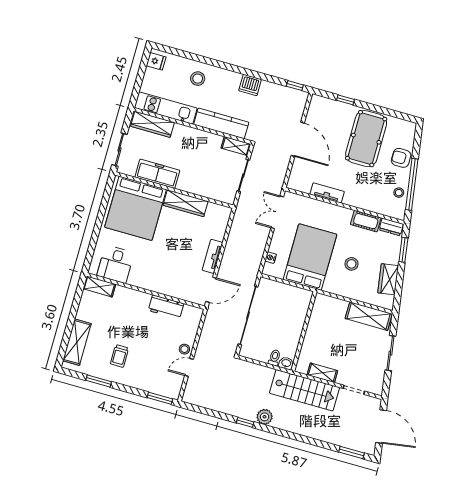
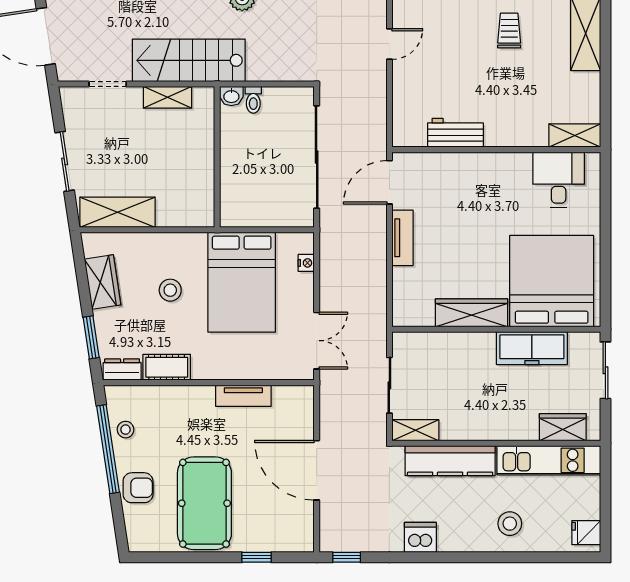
wardrobe: (152, 124) -> (563, 427), width x0.67
stool: (184, 349) -> (406, 72), removed

